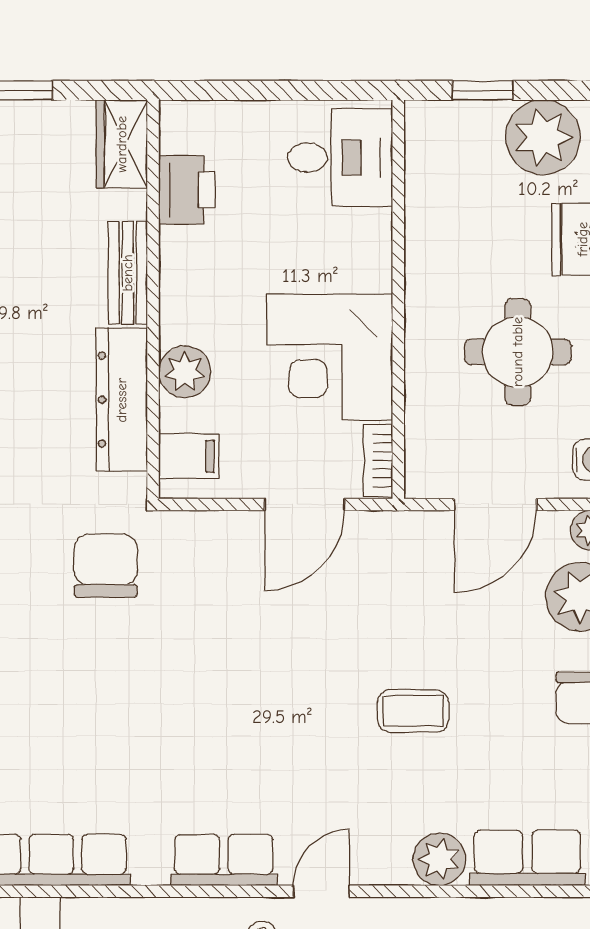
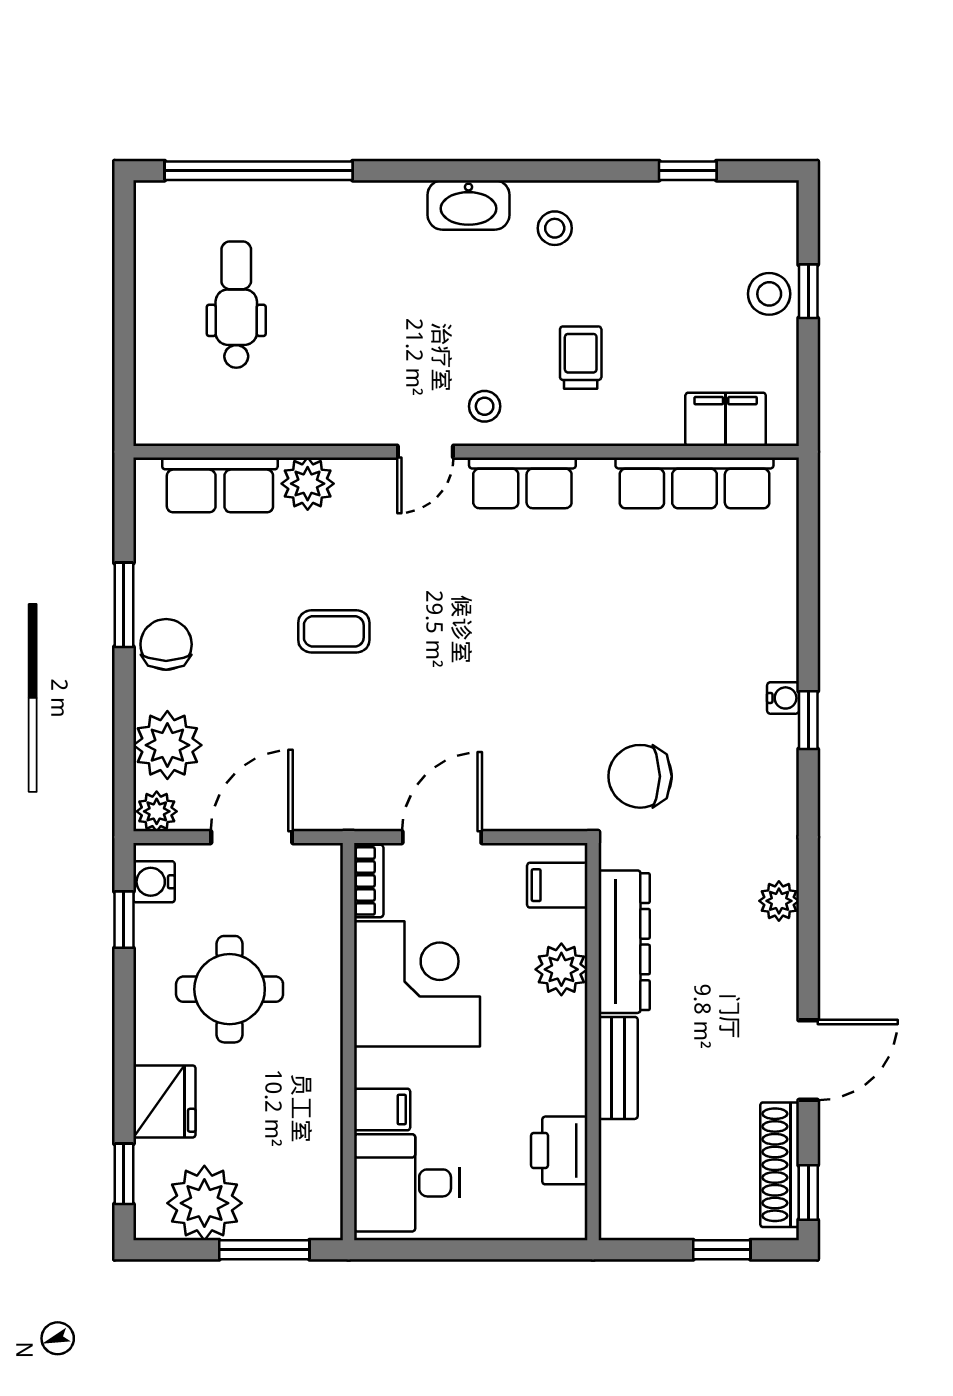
window: (483, 90) -> (264, 1250), width x1.50
wardrobe: (122, 144) -> (624, 1196), removed
filing cabinet: (365, 231) -> (382, 1110), added
chair: (106, 566) -> (640, 776), turned 90

